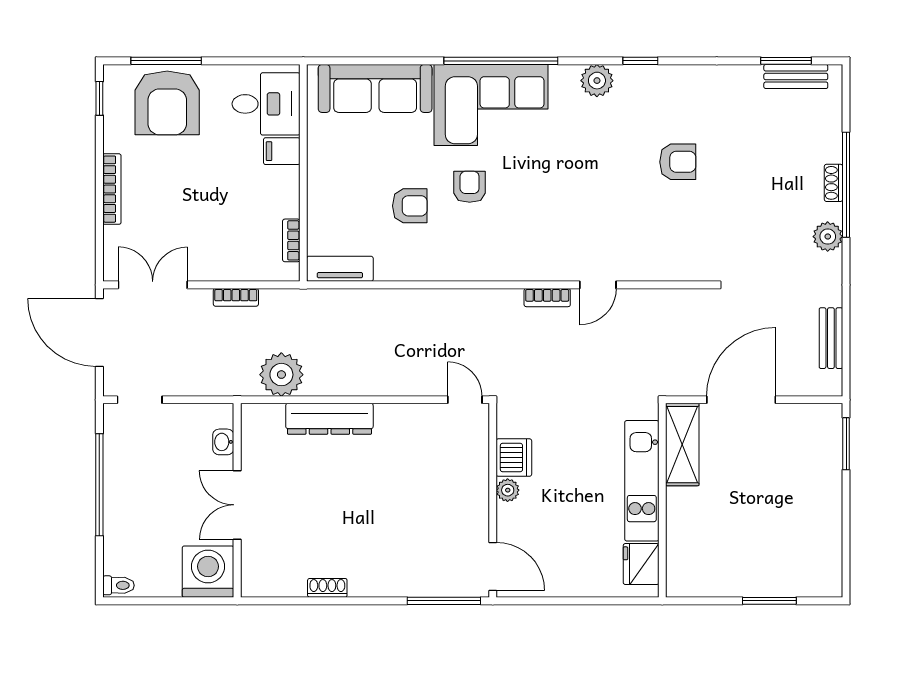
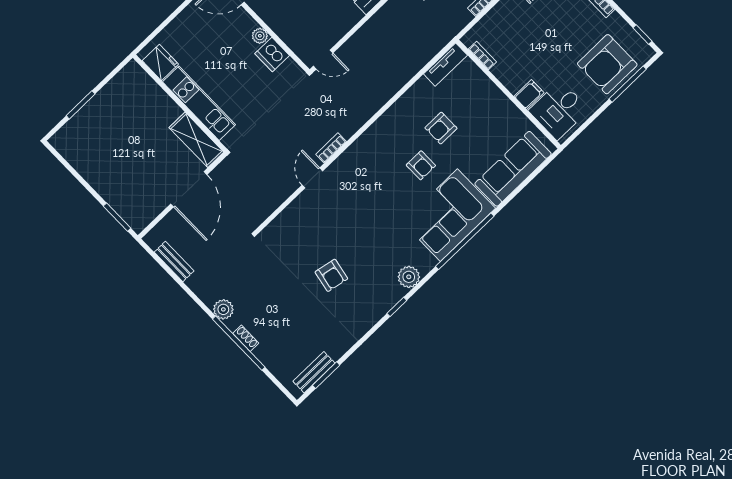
armchair: (167, 103) -> (607, 64), turned -90
armchair: (678, 162) -> (331, 275), turned -79

